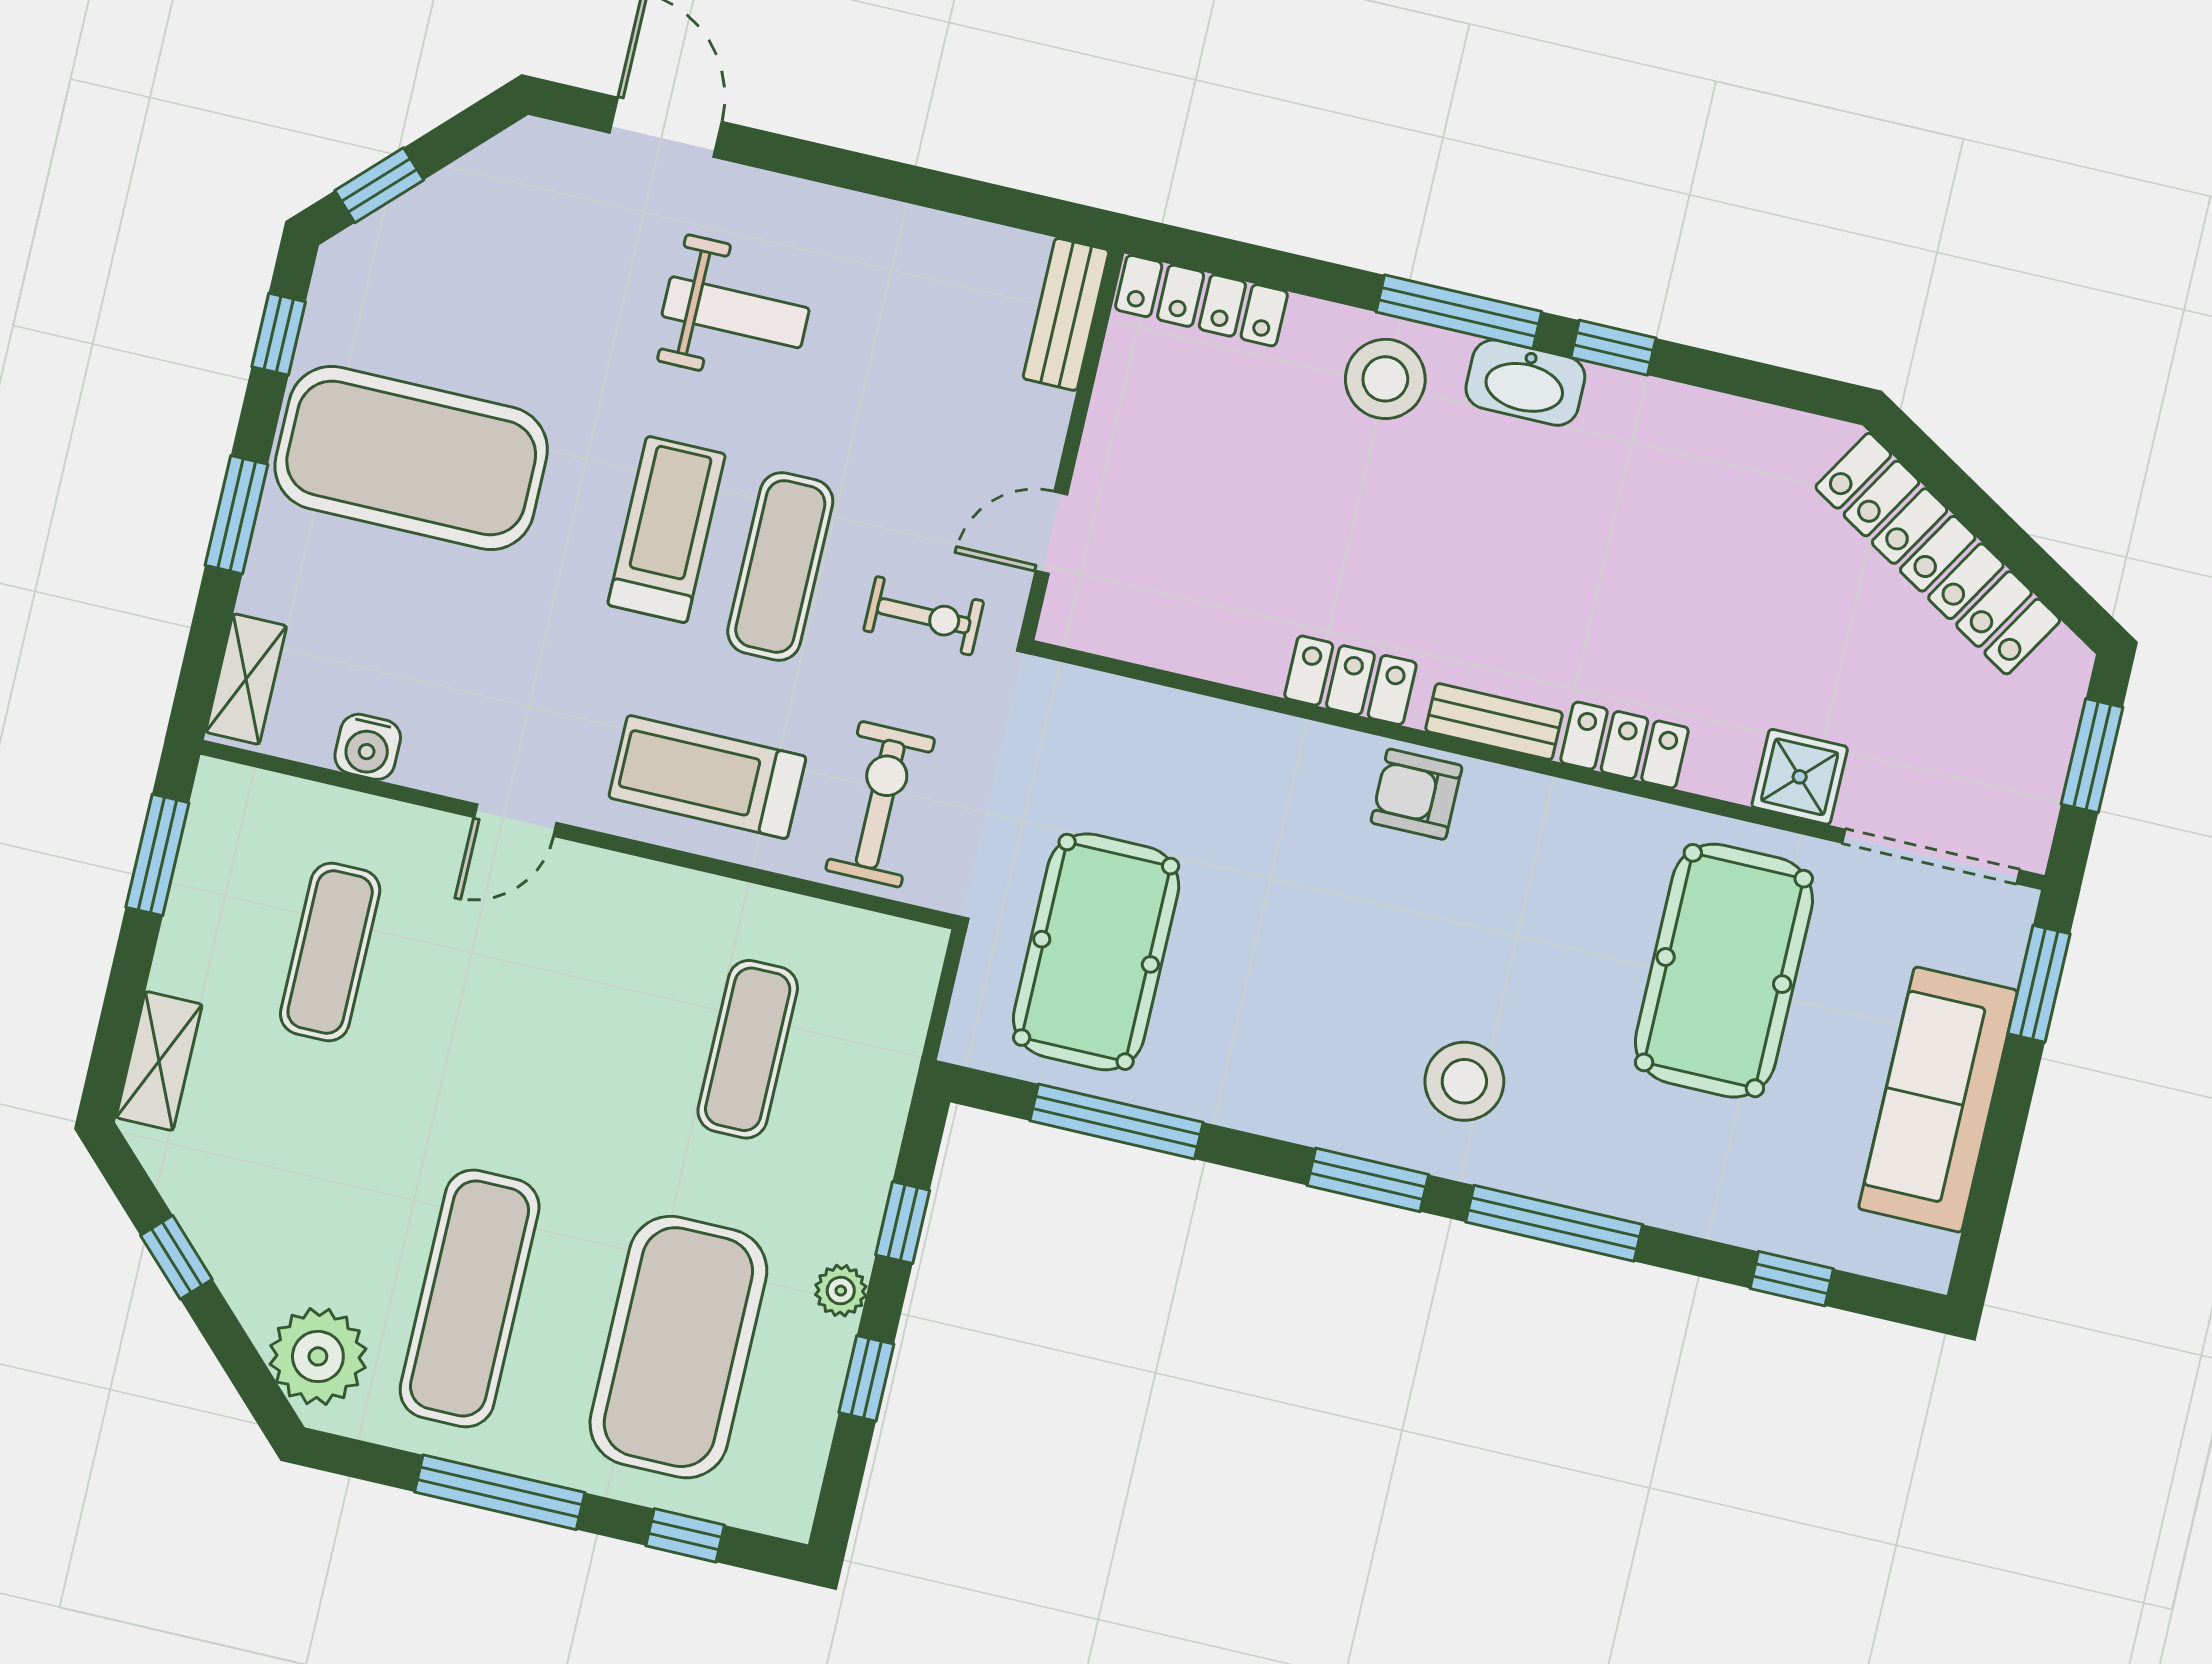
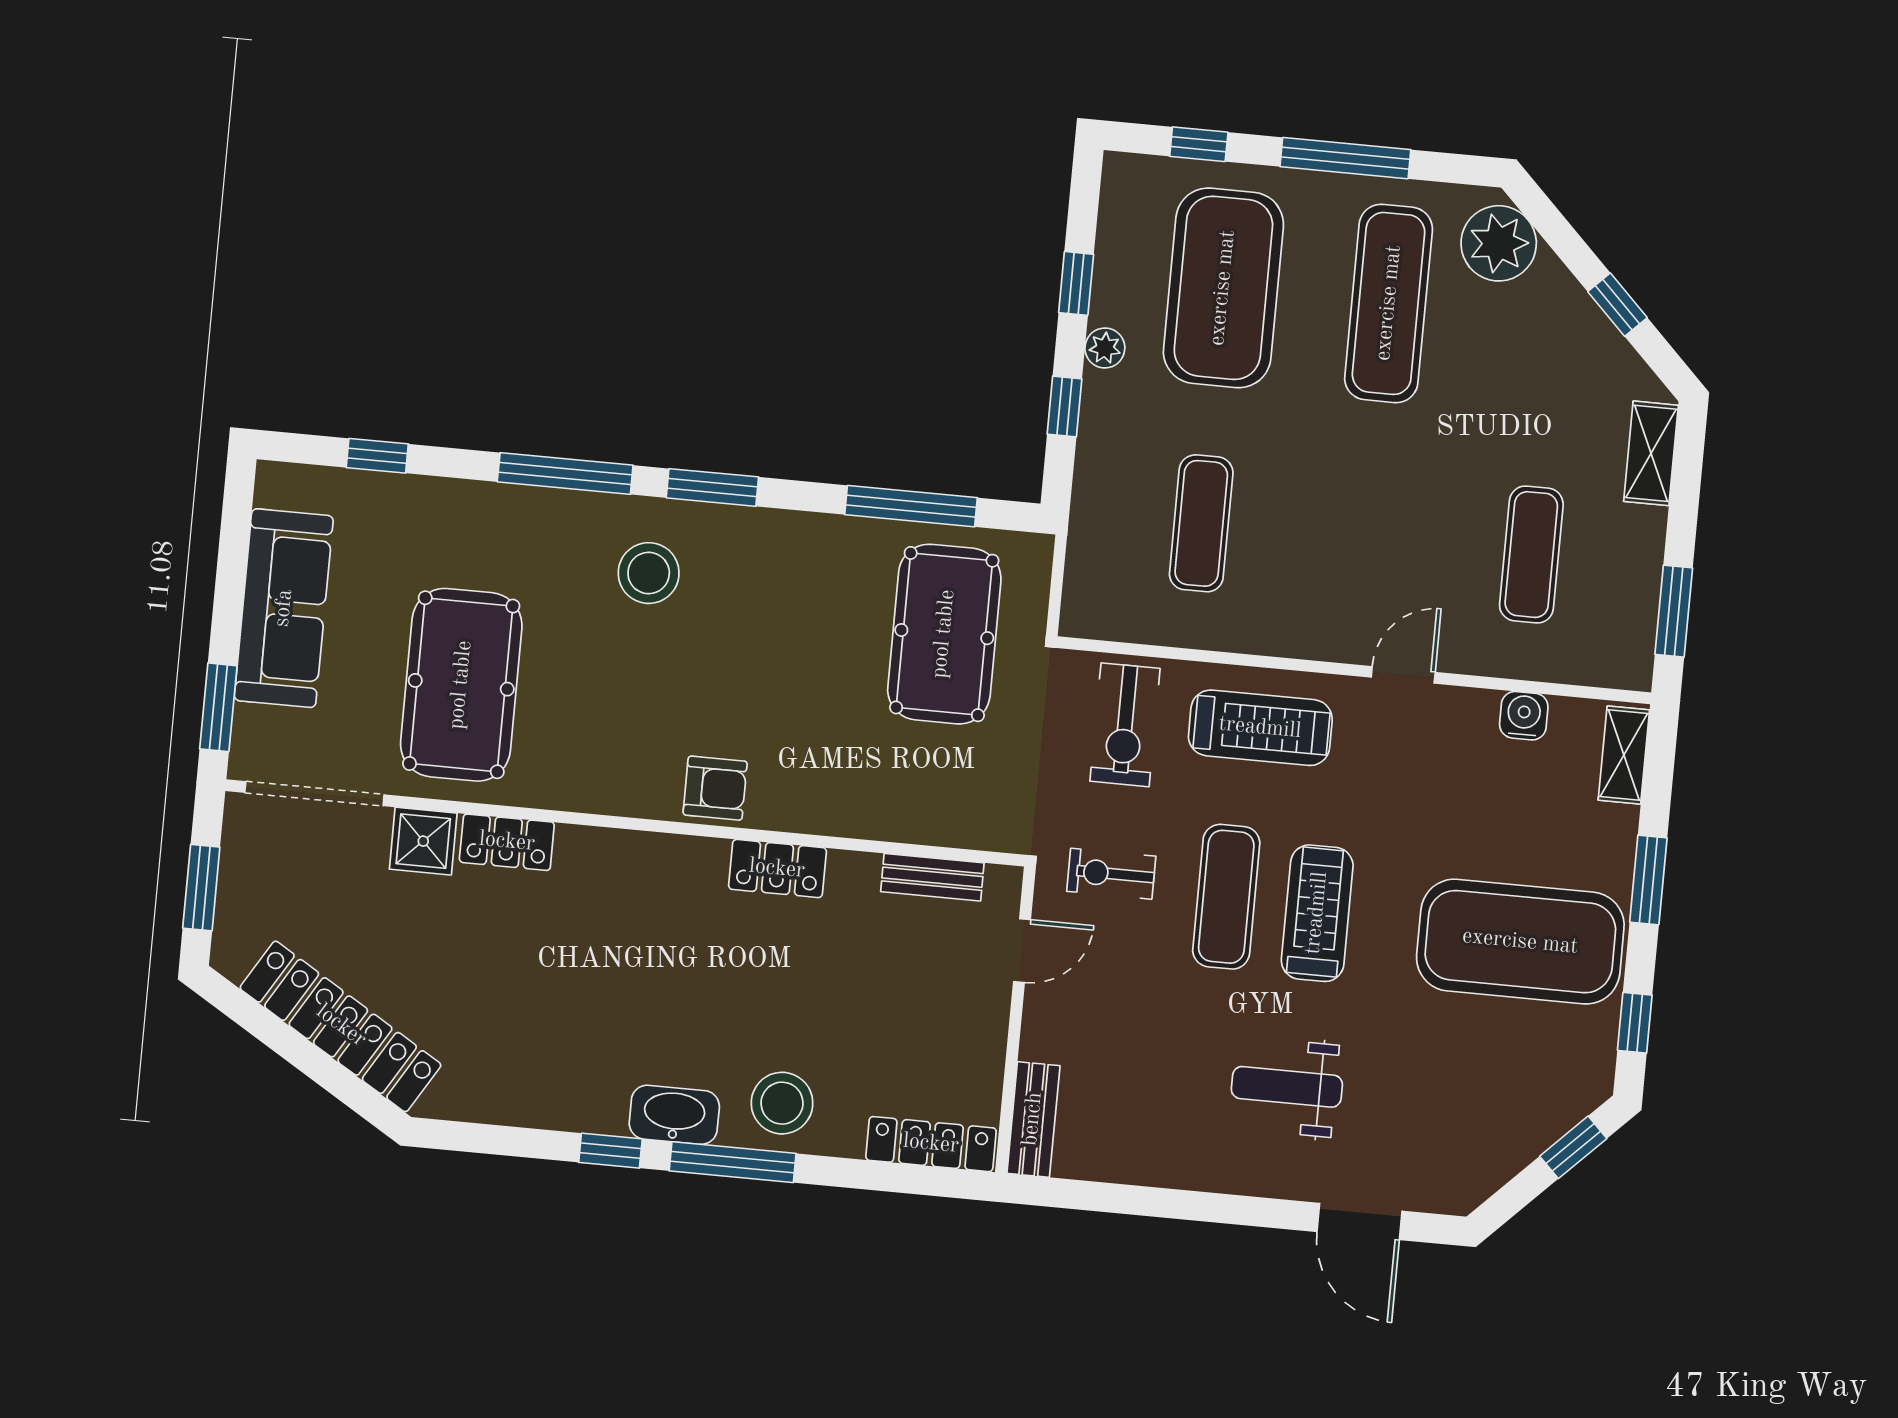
treadmill: (667, 530) -> (1317, 913), turned 180
bench: (1494, 722) -> (932, 877), moved
locker: (1625, 745) -> (507, 842), moved

